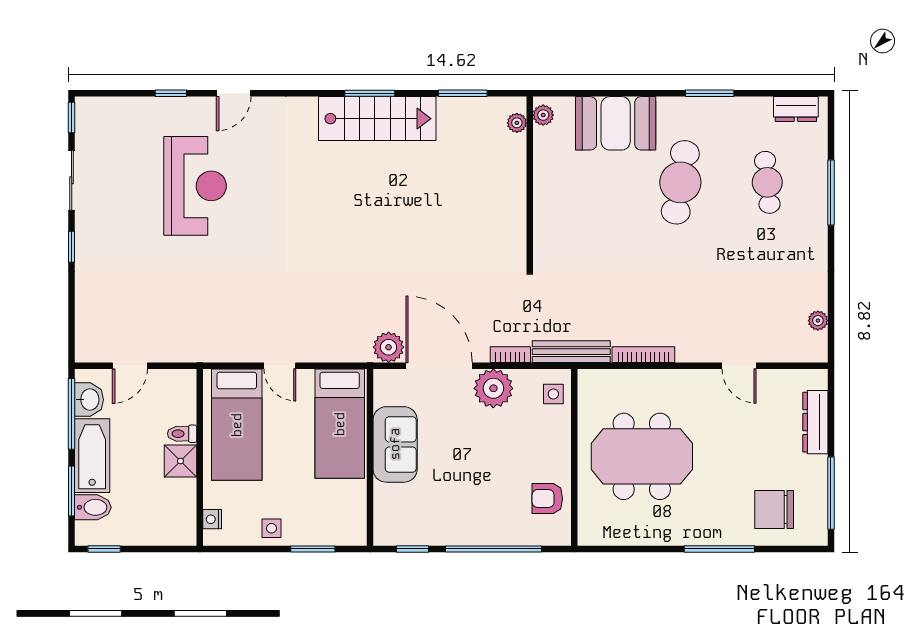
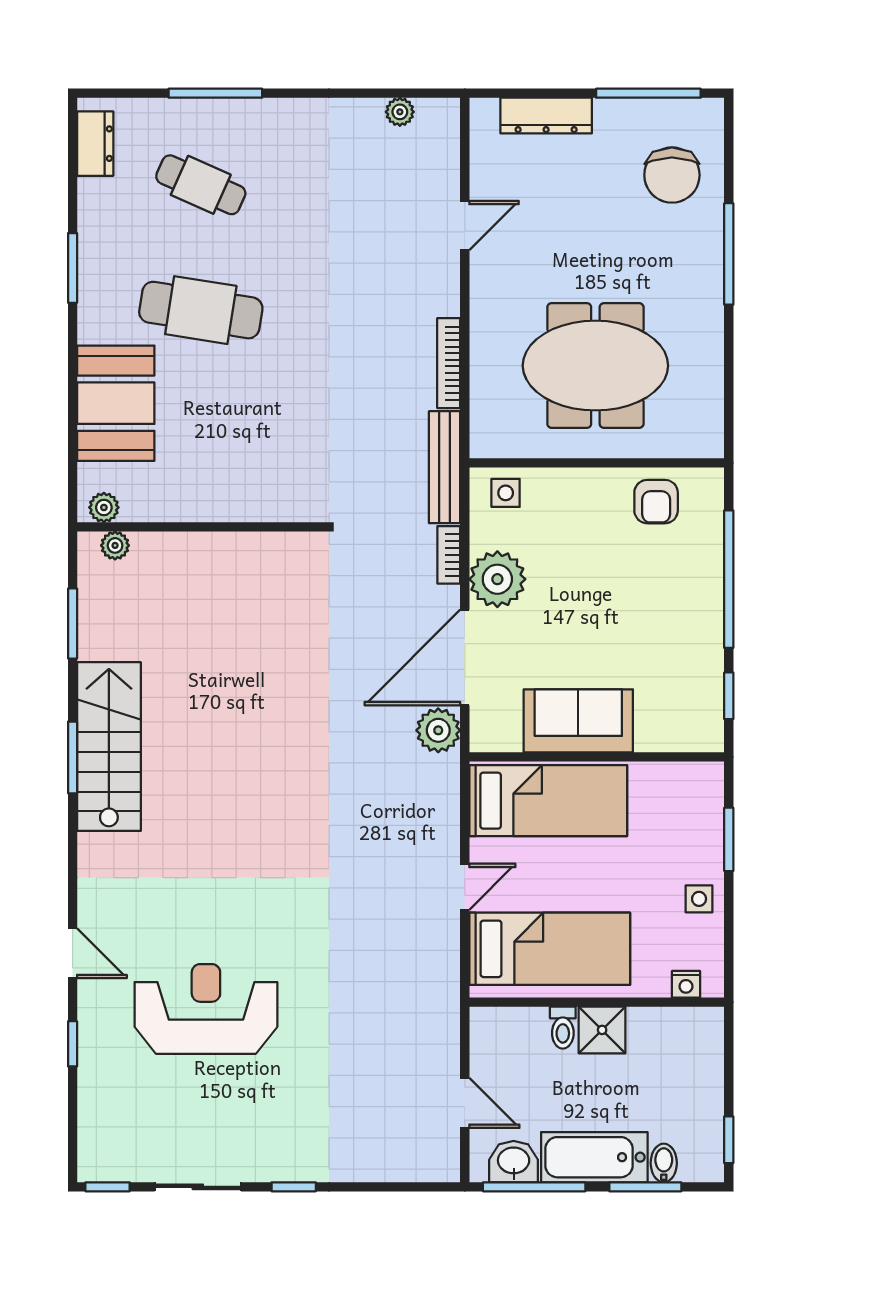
cafe table: (767, 182) -> (201, 185), turned 30
meeting table: (642, 456) -> (595, 366), turned 90
bidet: (93, 507) -> (664, 1163), width x0.72, depth x0.74

